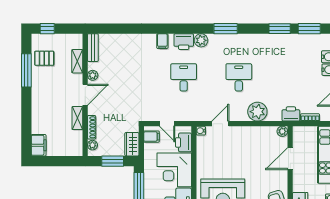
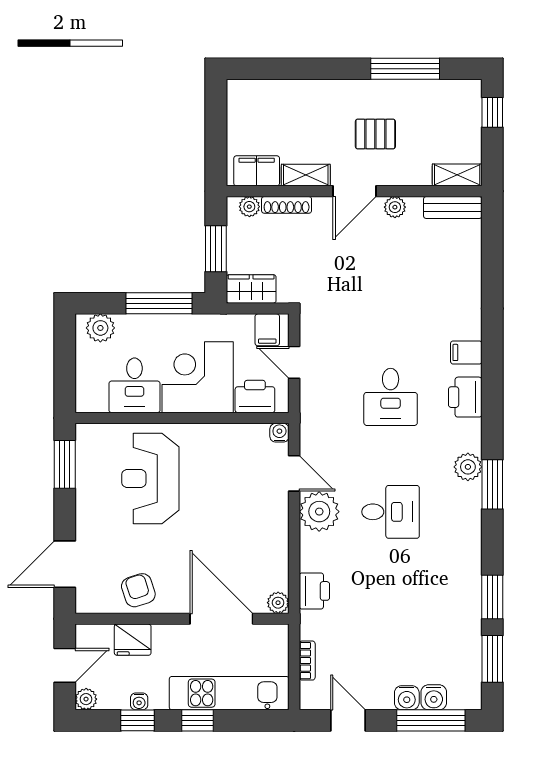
plant: (201, 40) -> (468, 467), moved
pallet: (44, 58) -> (375, 134), moved, turned 90
shelving: (77, 61) -> (457, 175), moved
desk: (184, 77) -> (391, 397), turned 90
door: (85, 95) -> (355, 191), hinge flipped
plant: (257, 112) -> (319, 512), moved
printer: (291, 114) -> (314, 591), moved
door: (167, 124) -> (294, 362), hinge flipped
filing cabinet: (39, 145) -> (257, 171), moved, turned 180
door: (290, 159) -> (221, 619), width x1.36

